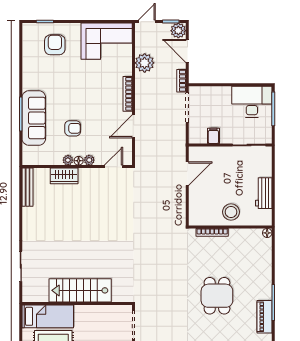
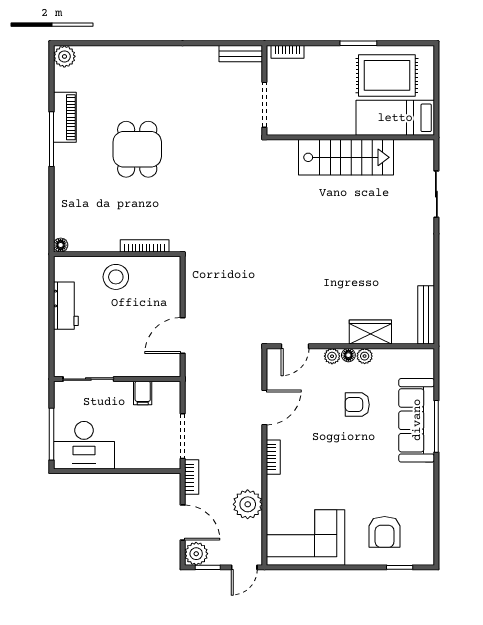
bookcase: (128, 94) -> (273, 457), width x0.64

